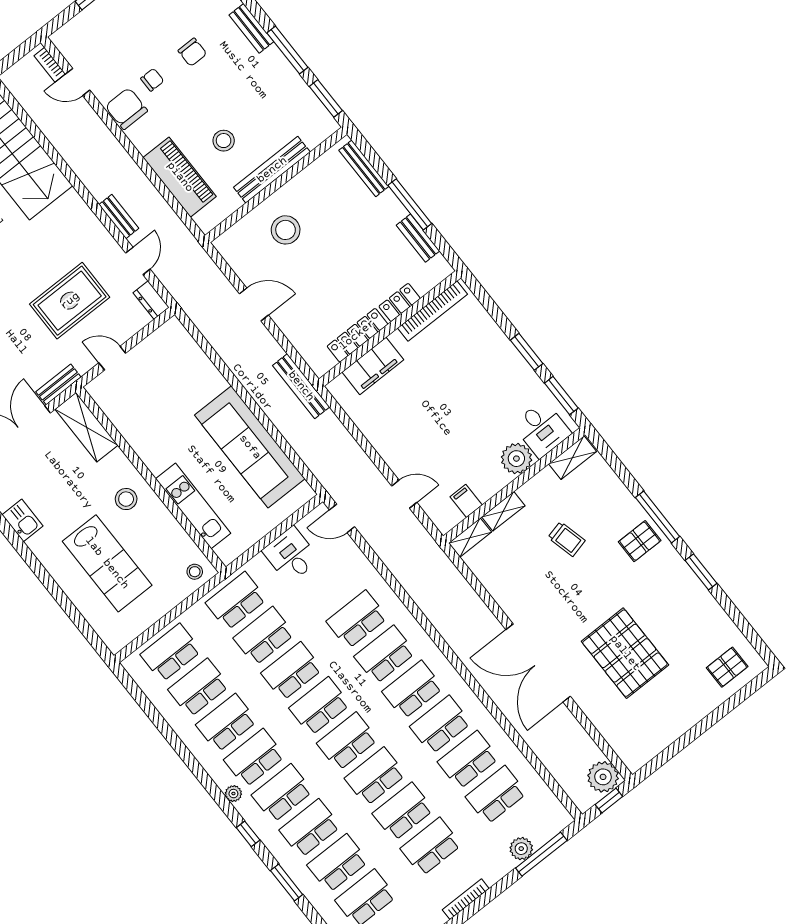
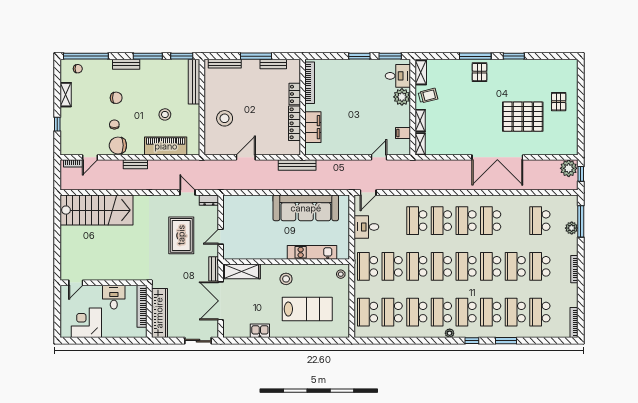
bench: (272, 170) -> (194, 82), moved
bench: (119, 217) -> (135, 164), moved
trolley: (567, 539) -> (428, 96), moved
pallet: (727, 667) -> (559, 102), moved
school desk: (468, 760) -> (515, 221), removed

